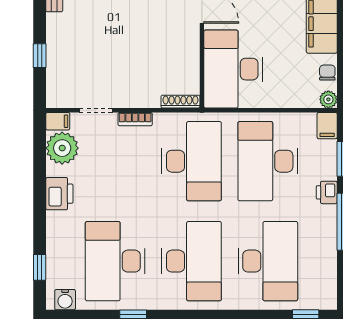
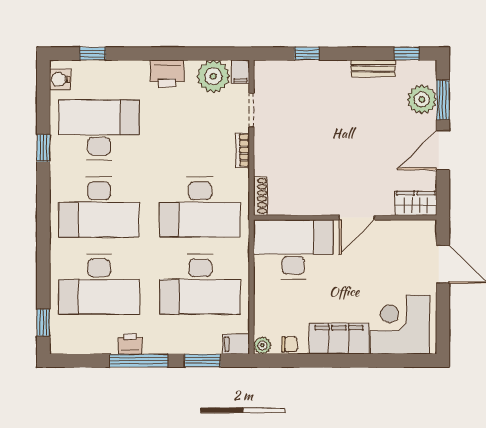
desk: (268, 161) -> (200, 284), turned 180
printer: (327, 192) -> (130, 344), moved

